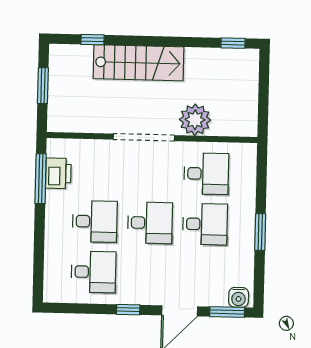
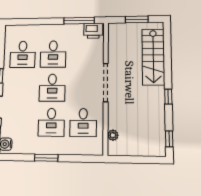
window: (93, 40) -> (168, 97), moved
stairs: (138, 63) -> (153, 57), moved
plant: (195, 120) -> (113, 135), moved, width x0.53, depth x0.53
printer: (58, 173) -> (93, 31), moved

